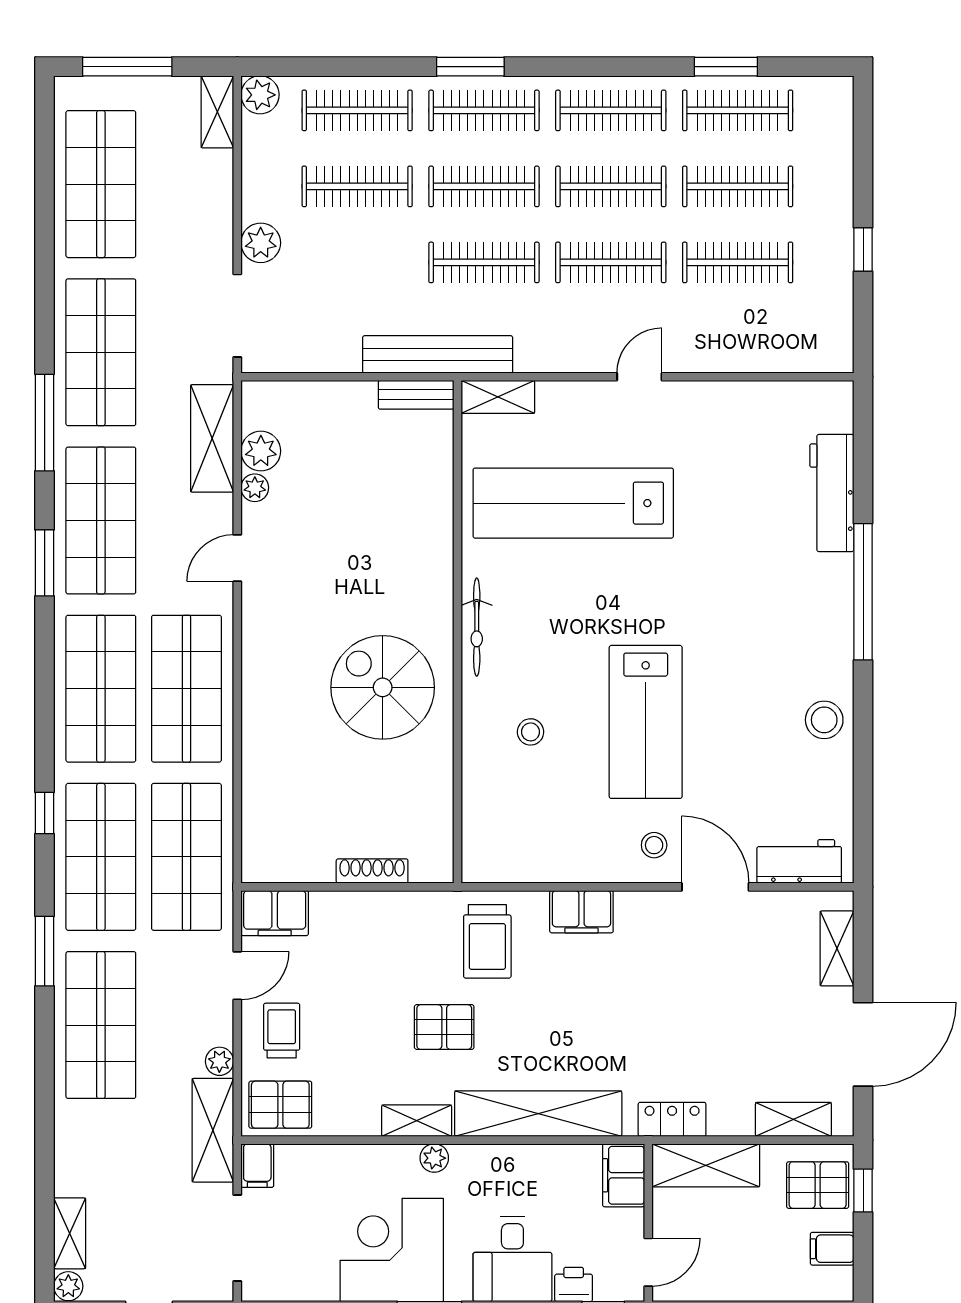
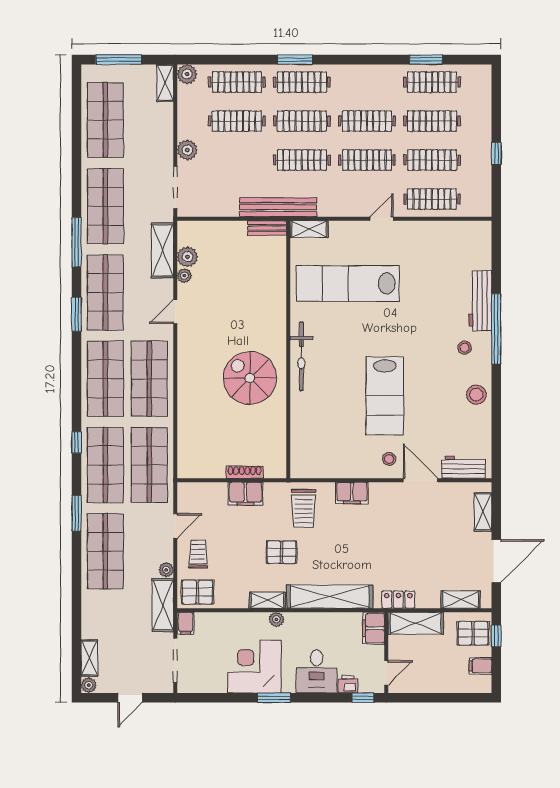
clothes rail: (611, 110) -> (432, 199), moved
workbench: (832, 493) -> (480, 301), moved
bicycle: (477, 627) -> (301, 356), width x1.37, depth x1.40
stool: (531, 732) -> (465, 348), moved
filing cabinet: (275, 913) -> (245, 494), moved

